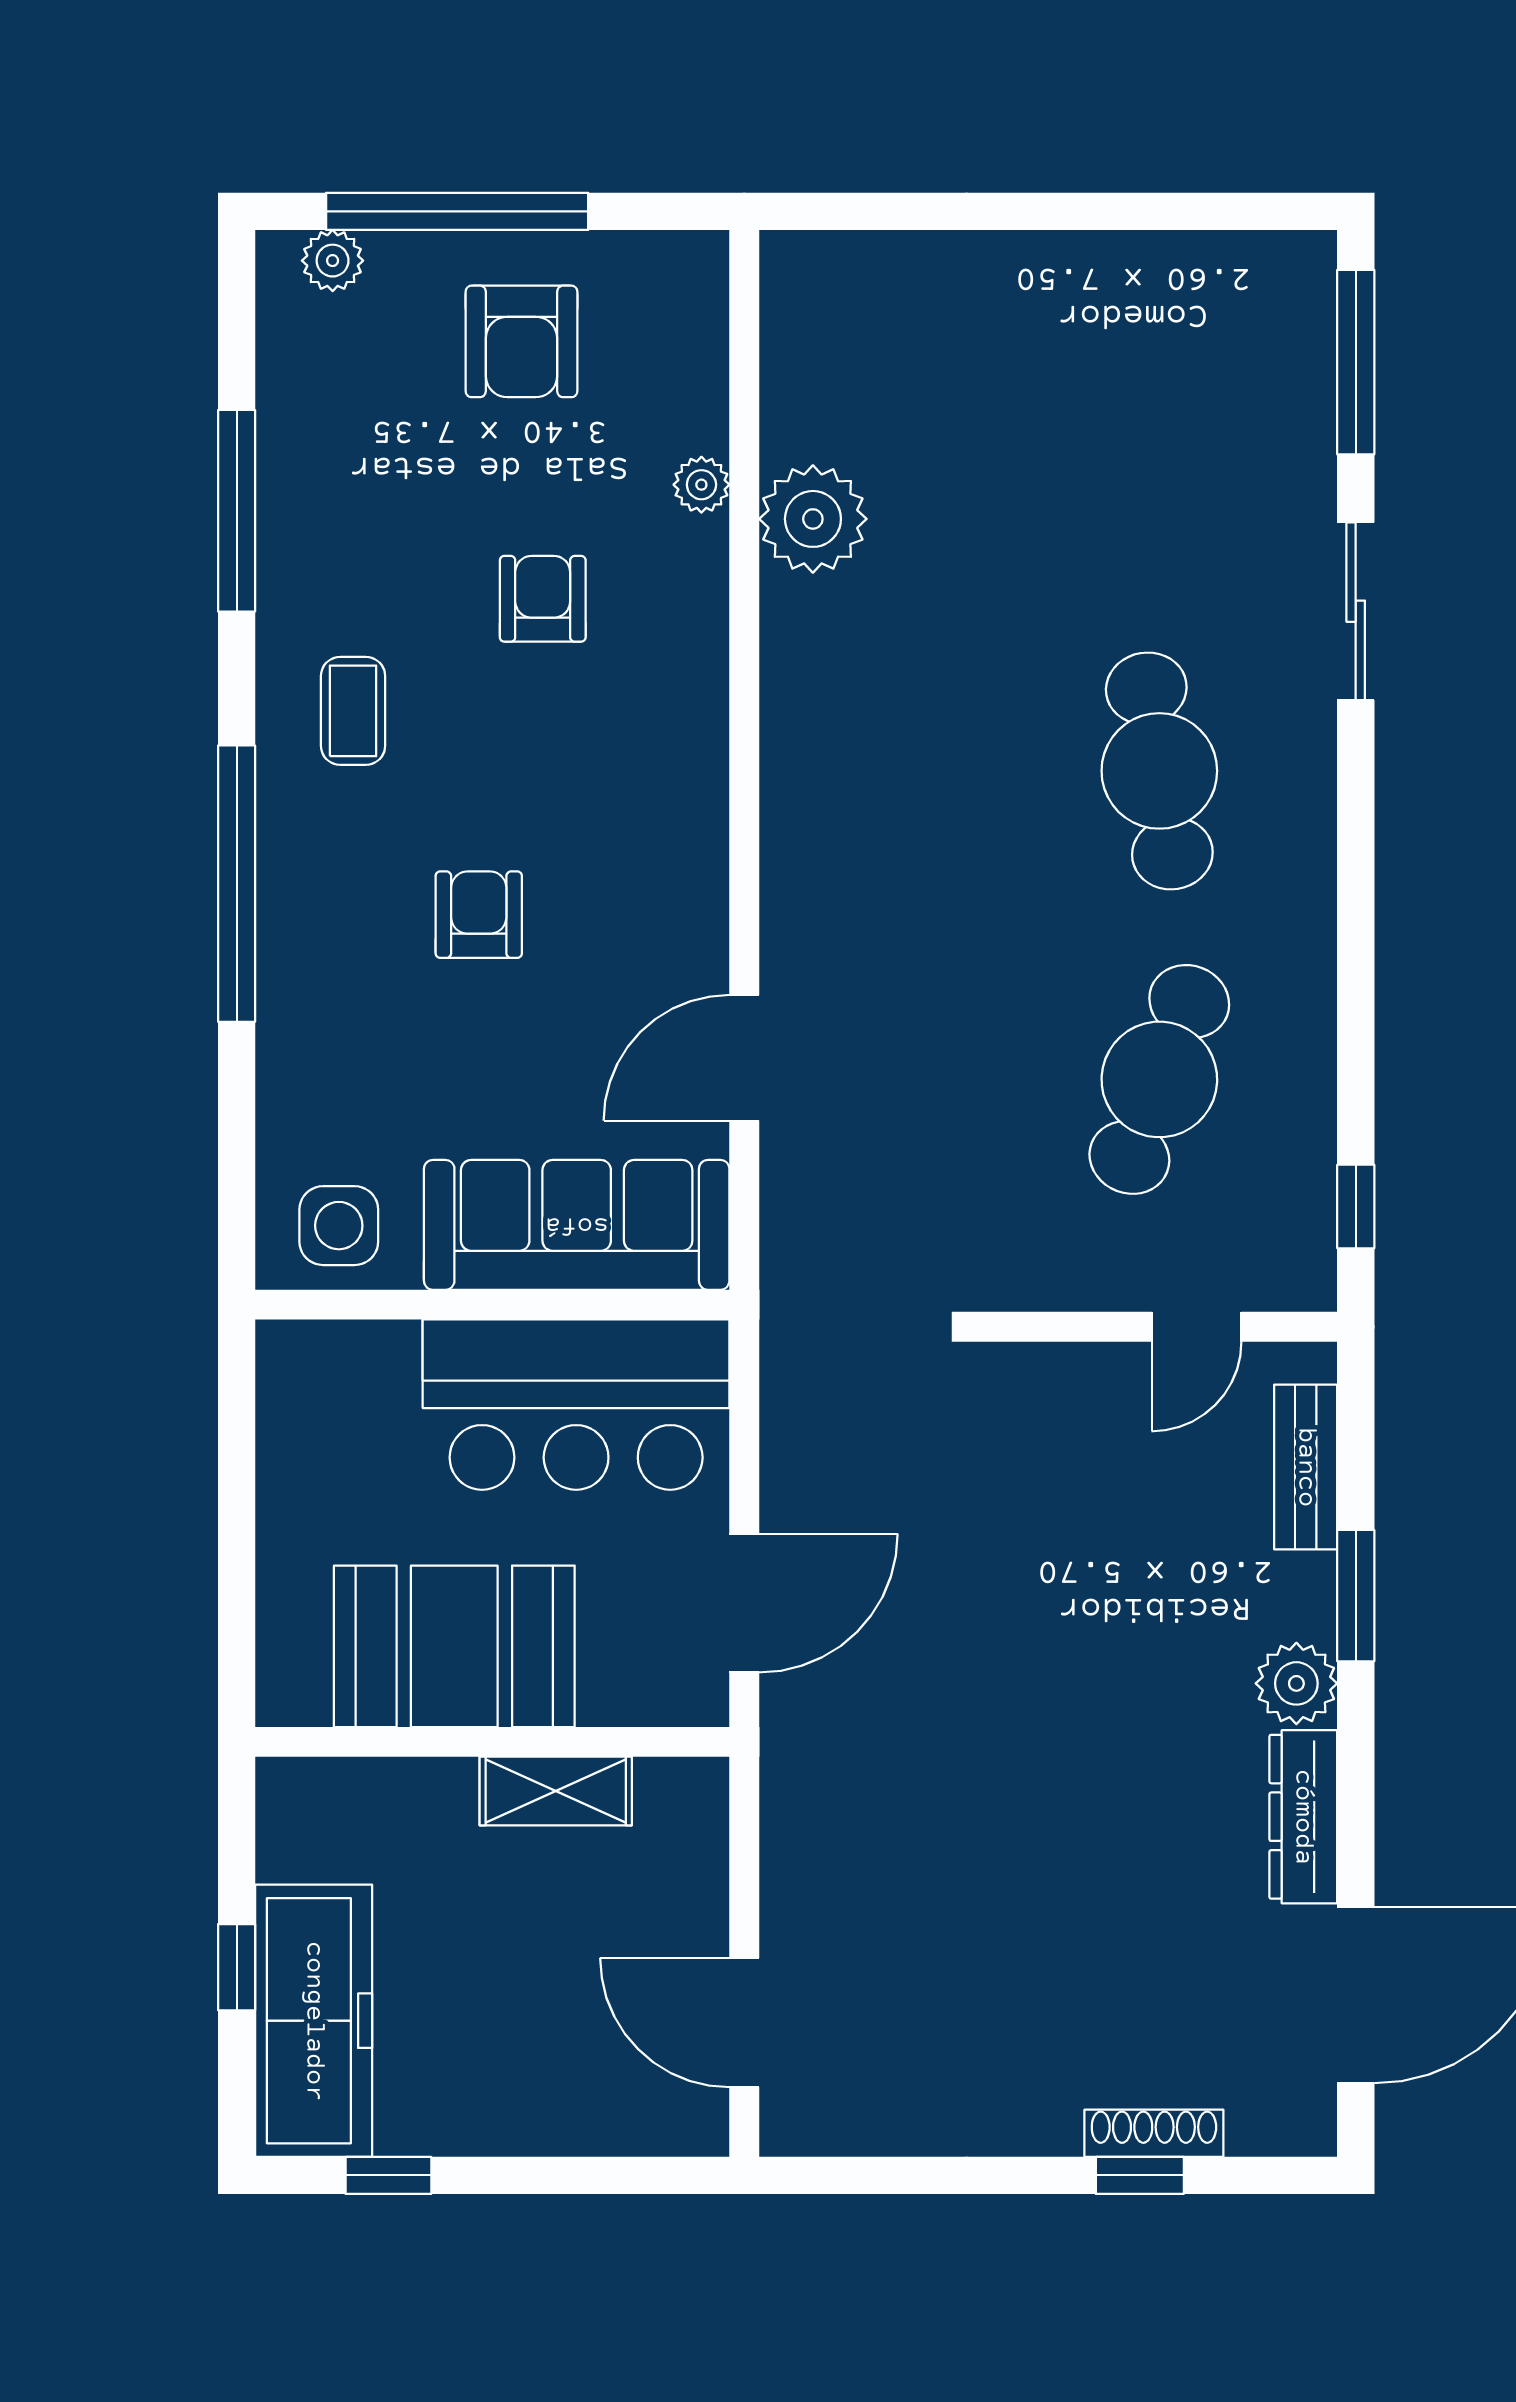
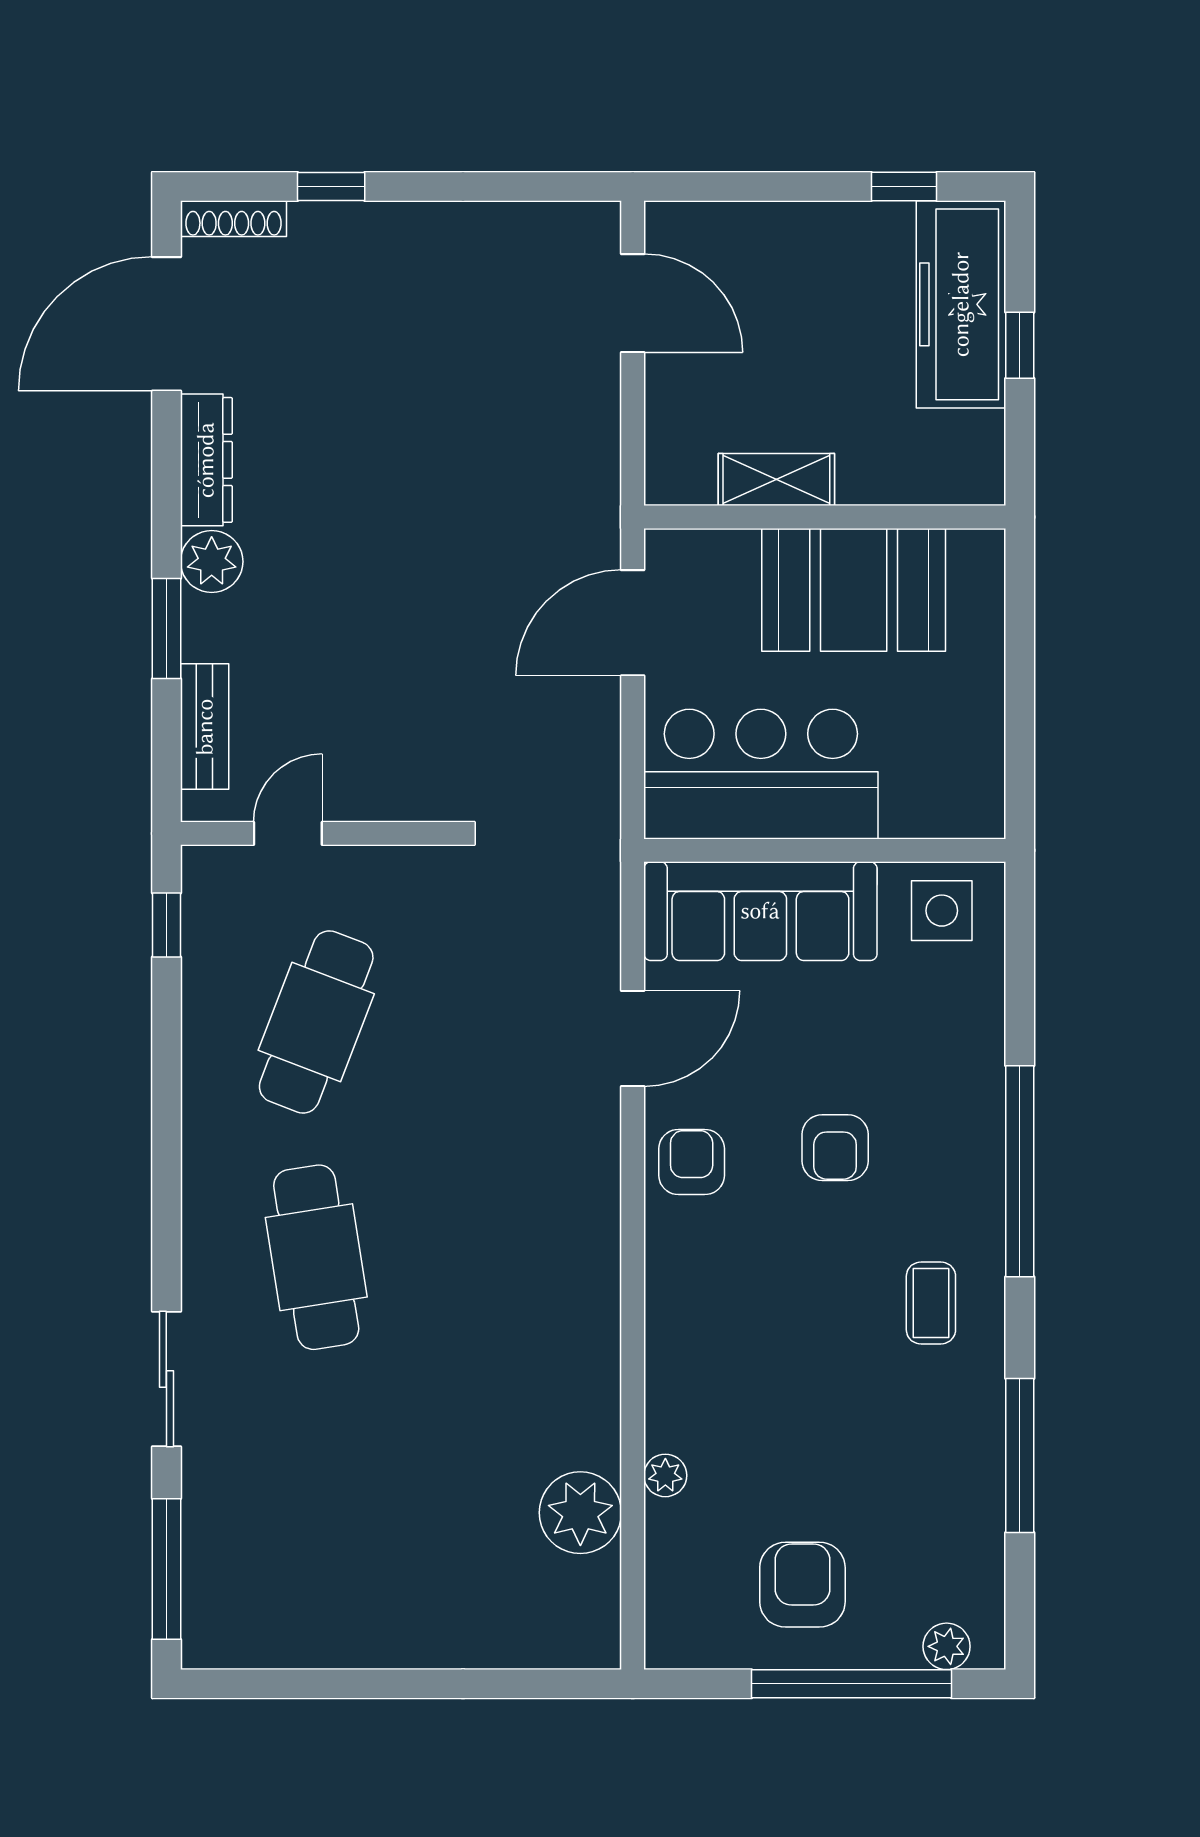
plant: (813, 519) -> (580, 1513), moved
armchair: (543, 599) -> (692, 1162), moved, turned 180
shoe rack: (1154, 2133) -> (234, 219), moved

